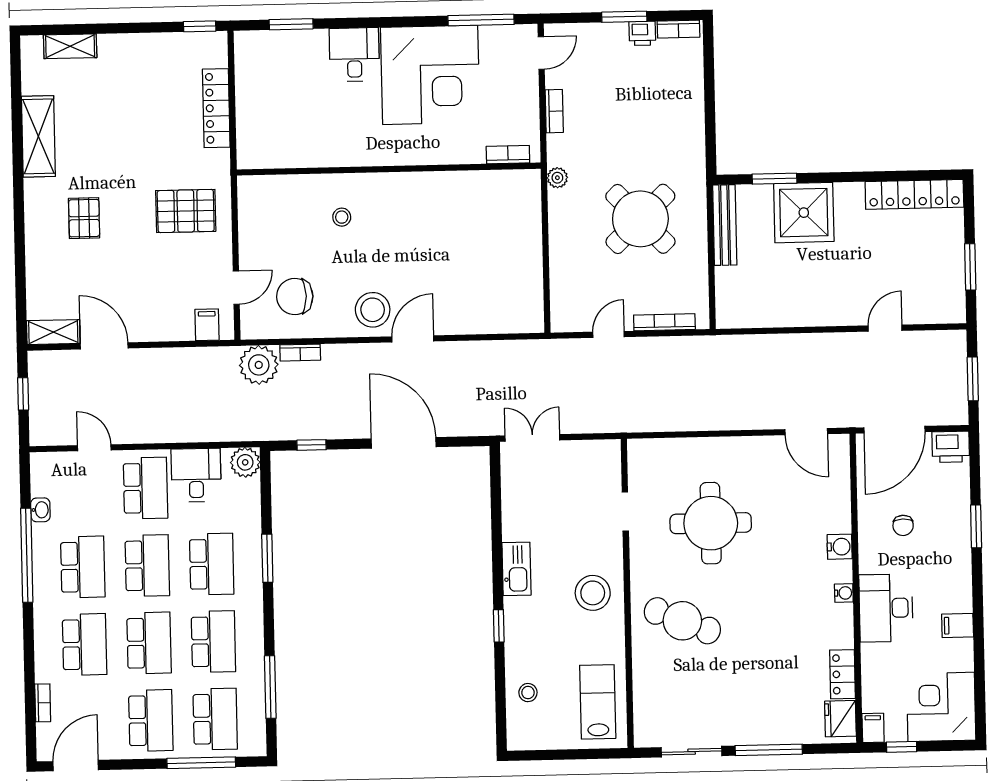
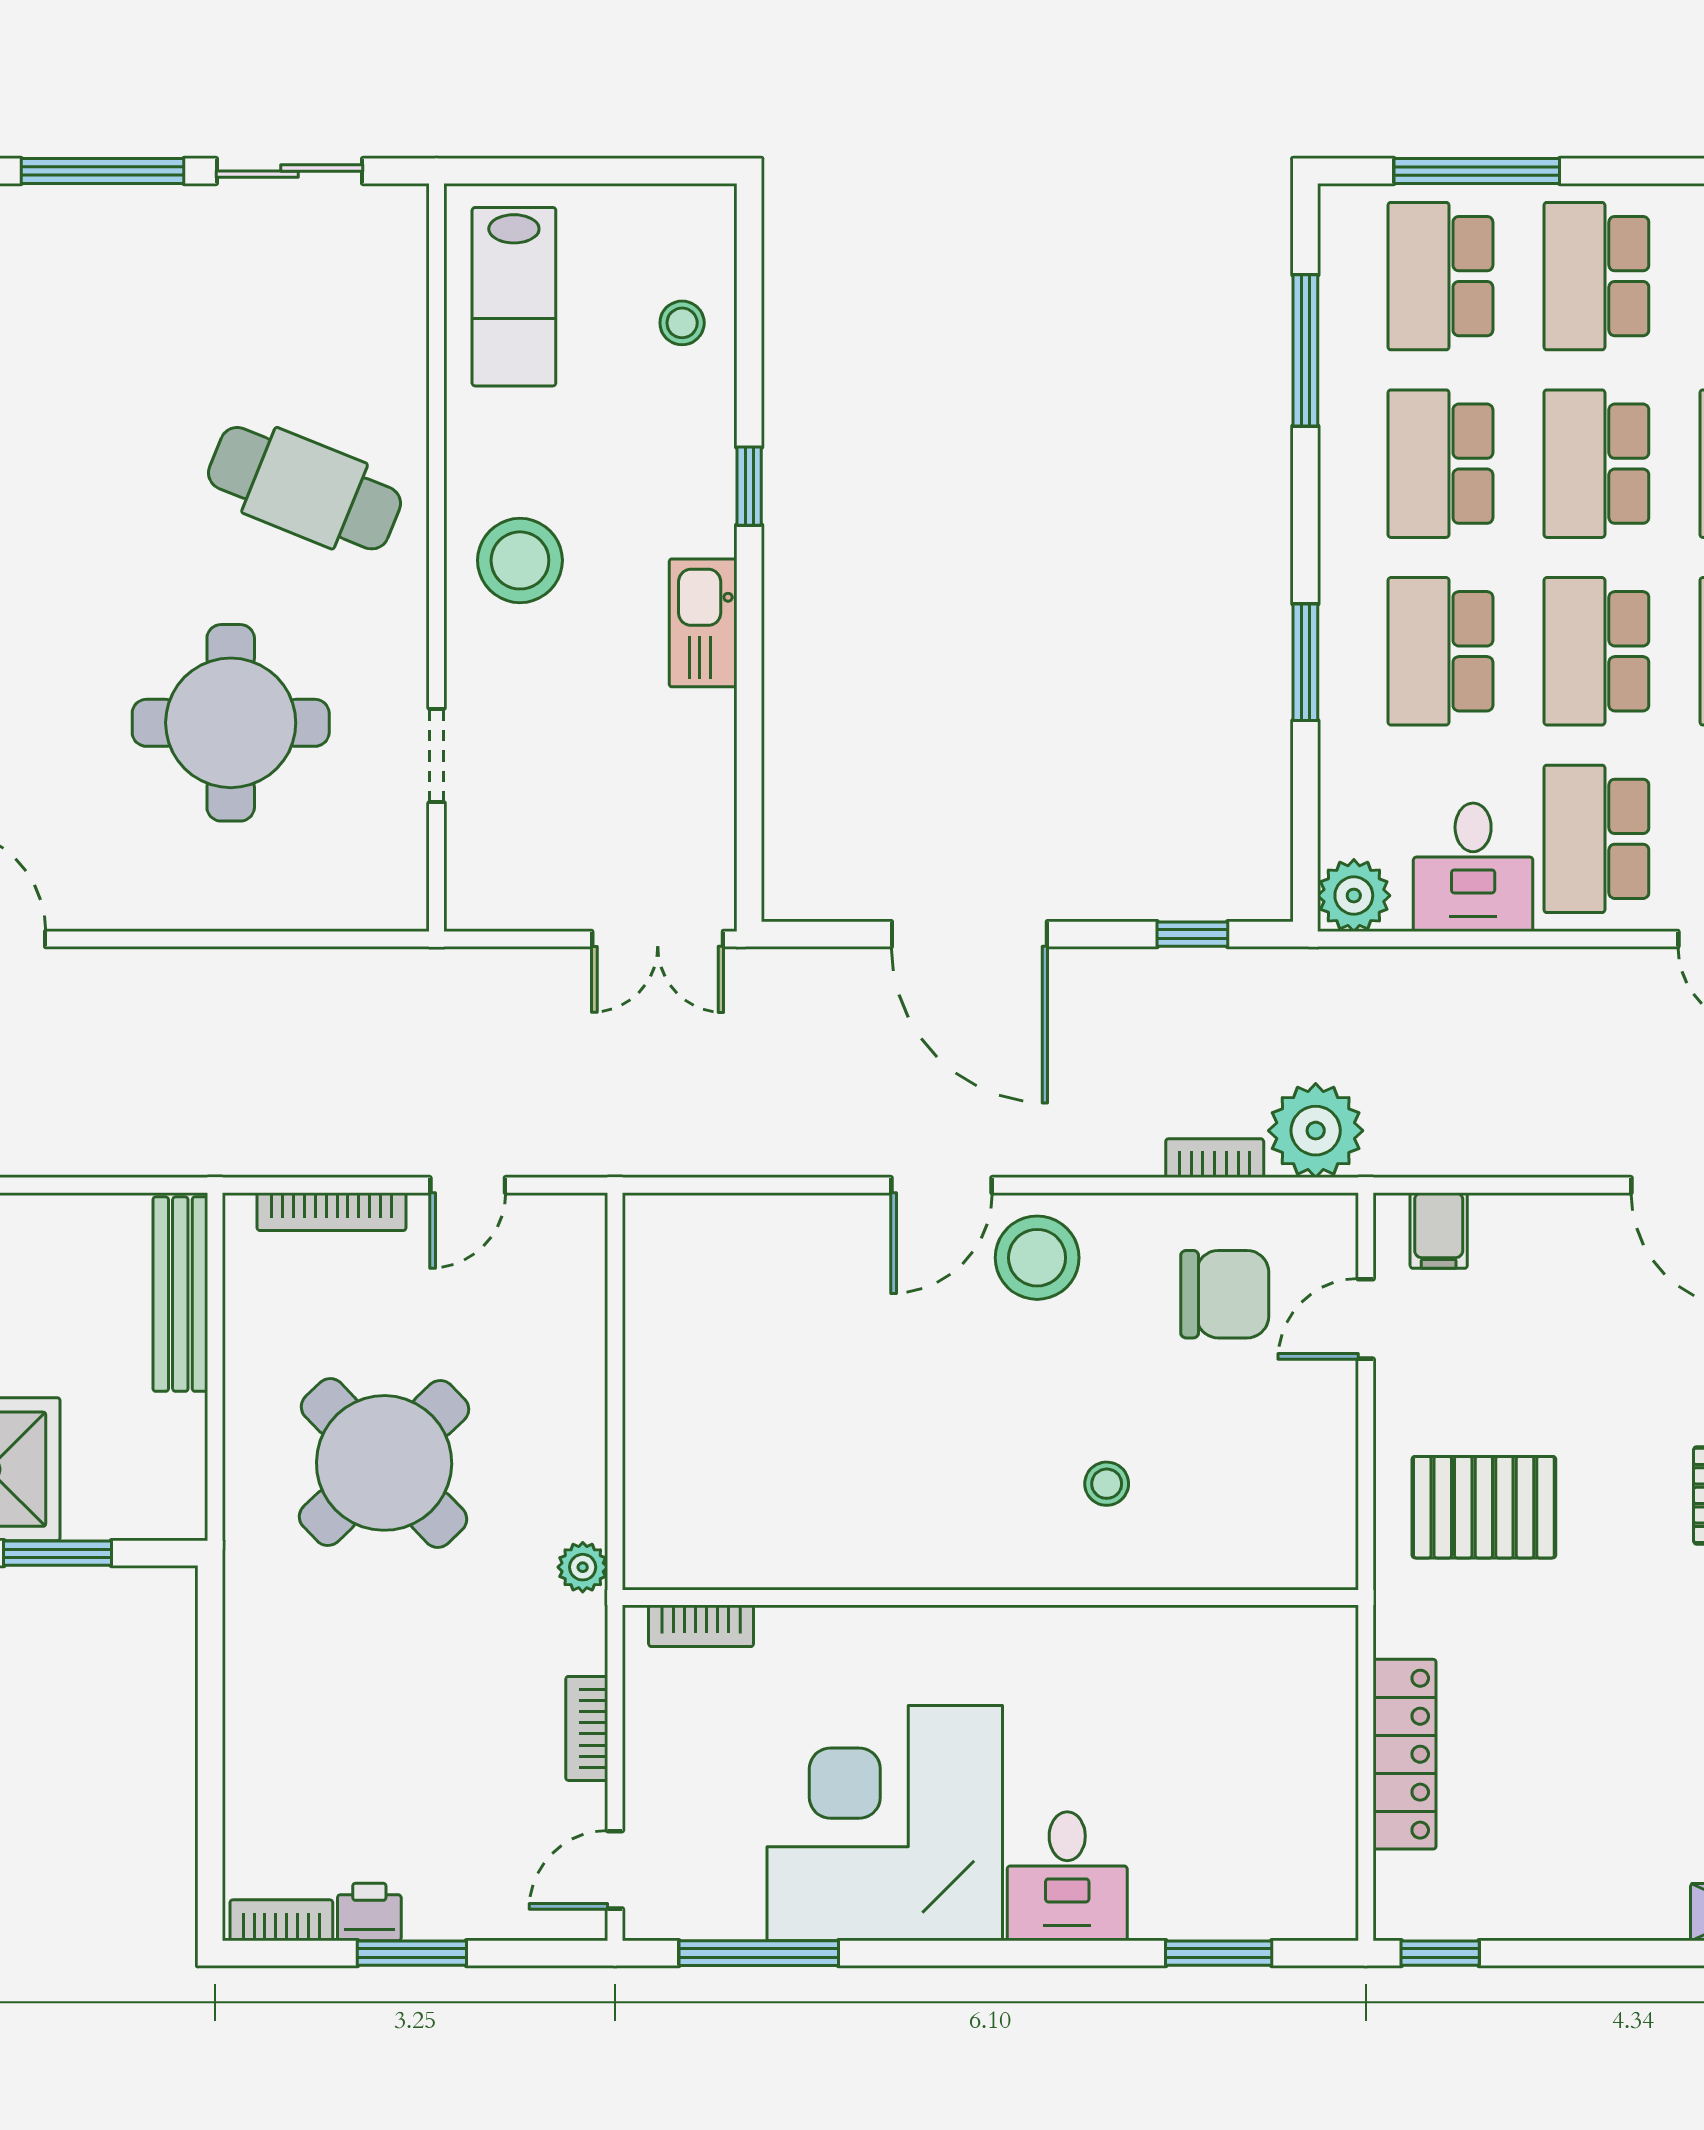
bench: (725, 225) -> (180, 1294), moved

